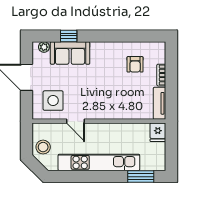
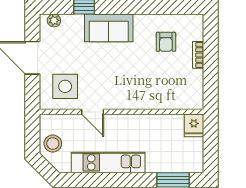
sofa: (70, 53) -> (109, 28), moved
tv unit: (159, 103) -> (196, 90), removed
kitchen unit: (99, 162) -> (108, 162), width x0.73

